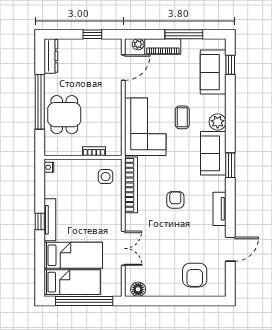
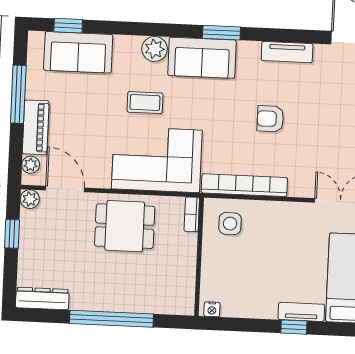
plant: (116, 45) -> (30, 199), added
dining table: (64, 115) -> (125, 226), moved
bookcase: (94, 151) -> (192, 214), moved
tv unit: (50, 220) -> (301, 312), width x0.71

